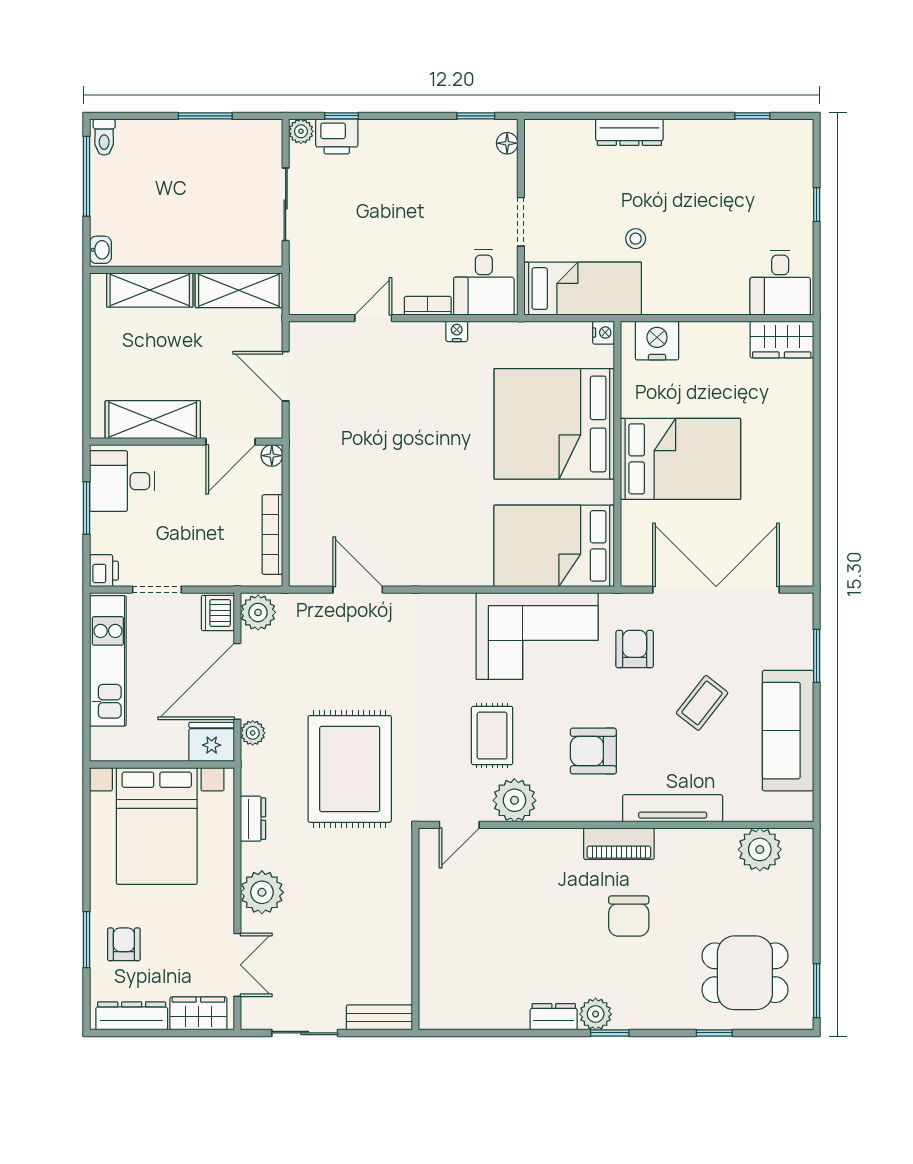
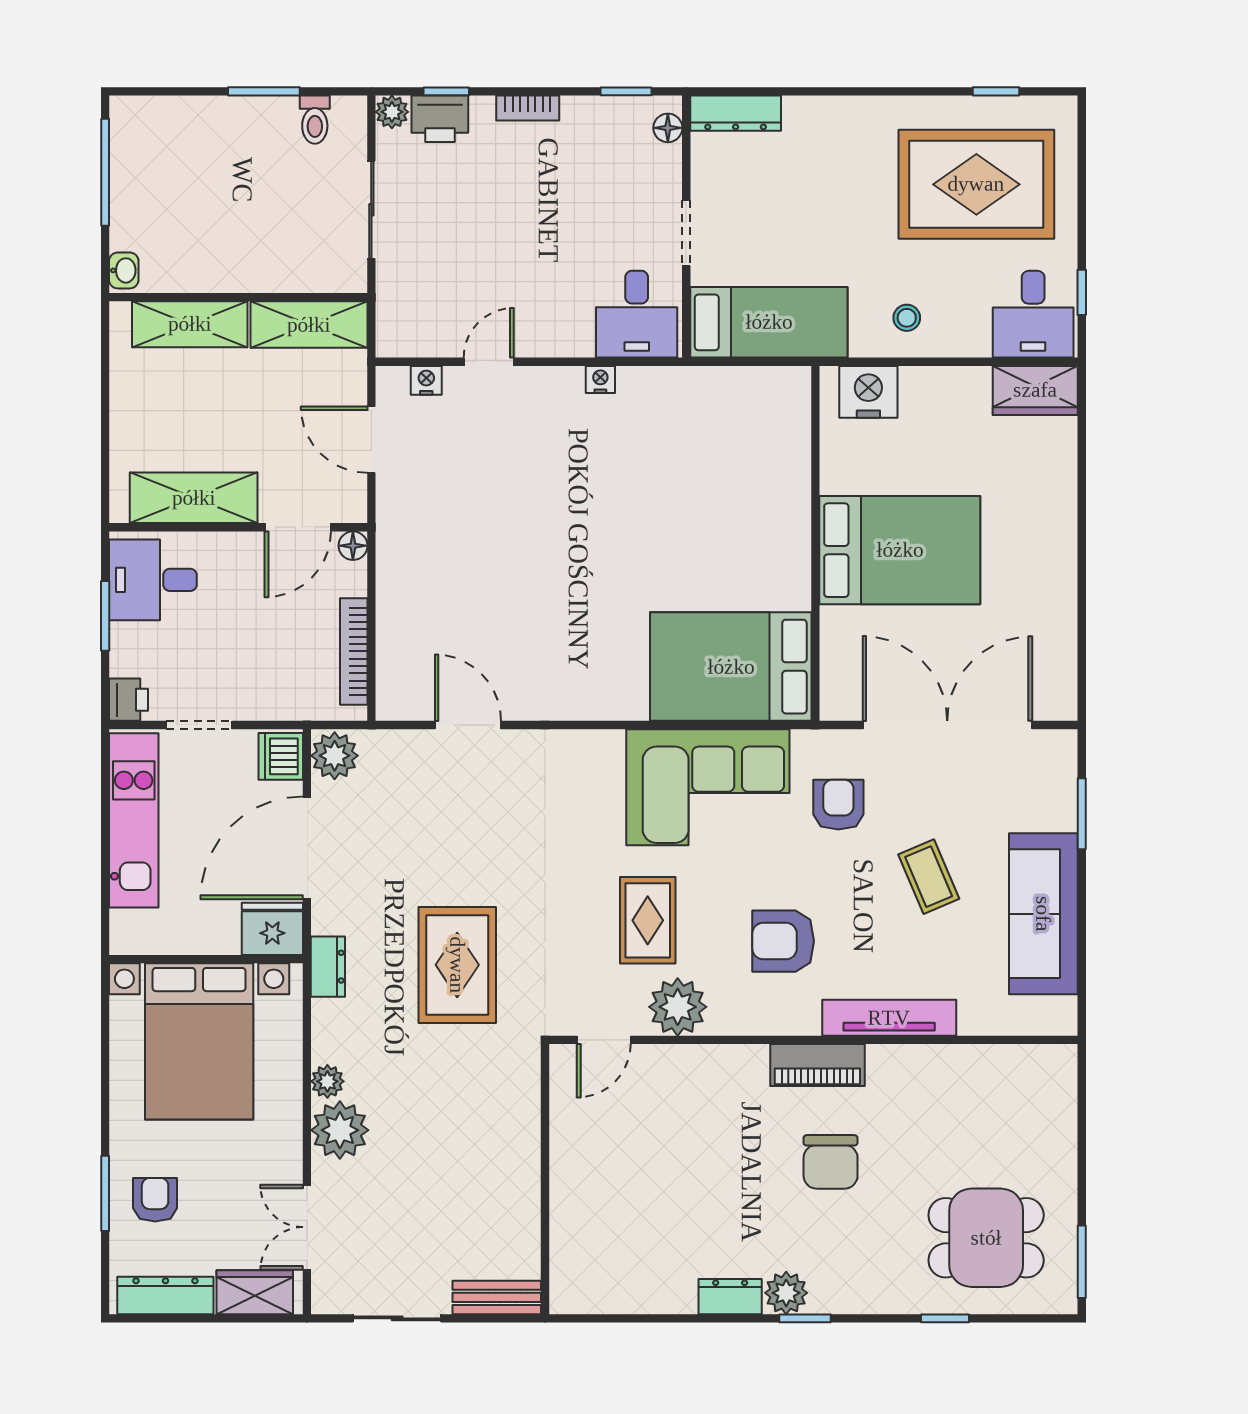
dresser: (629, 132) -> (736, 113), moved
toilet: (104, 137) -> (315, 120), moved
rug: (738, 185) -> (976, 184), added
window: (817, 204) -> (1082, 292), moved
stool: (636, 239) -> (907, 318), moved
bookcase: (428, 306) -> (528, 108), moved, turned 180
nightstand: (604, 333) -> (426, 380), moved, turned -90
bed: (554, 424) -> (731, 503), removed
coffee table: (702, 703) -> (929, 877), turned -61
plant: (253, 733) -> (327, 1081), moved
rug: (350, 769) -> (457, 965), width x0.73, depth x0.69
dresser: (253, 819) -> (328, 967), moved
plant: (760, 849) -> (1006, 1073), removed
double door: (237, 965) -> (307, 1227), swing flipped

